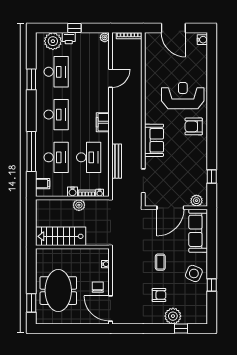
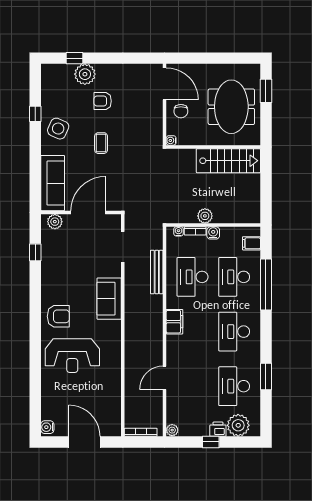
stairs: (61, 236) -> (228, 161), moved
wall: (72, 247) -> (213, 147), moved

